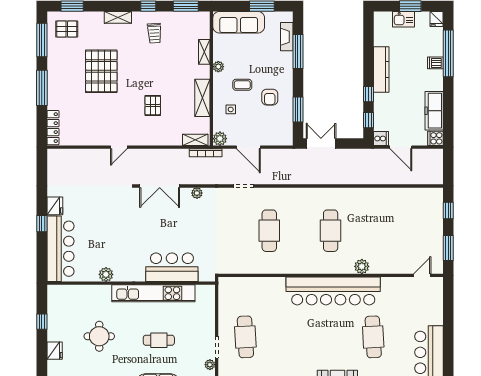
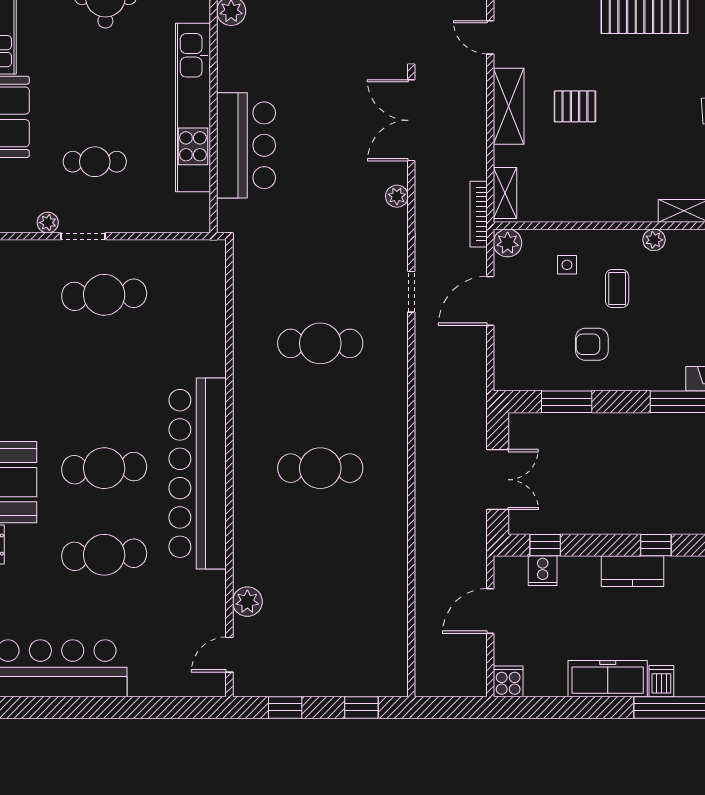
kitchen counter: (381, 70) -> (632, 571), width x0.67
window: (368, 94) -> (656, 545), moved
shelving: (202, 98) -> (509, 106), moved, turned 90
freezer: (434, 111) -> (608, 679), moved
cooker: (381, 139) -> (543, 571), moved
double door: (321, 143) -> (498, 480), moved
window: (448, 248) -> (285, 707), width x0.67
plant: (362, 266) -> (247, 602), moved
door: (422, 275) -> (229, 655), swing flipped
cafe table: (331, 337) -> (104, 468), added
cafe table: (159, 340) -> (95, 162), moved, turned 90

